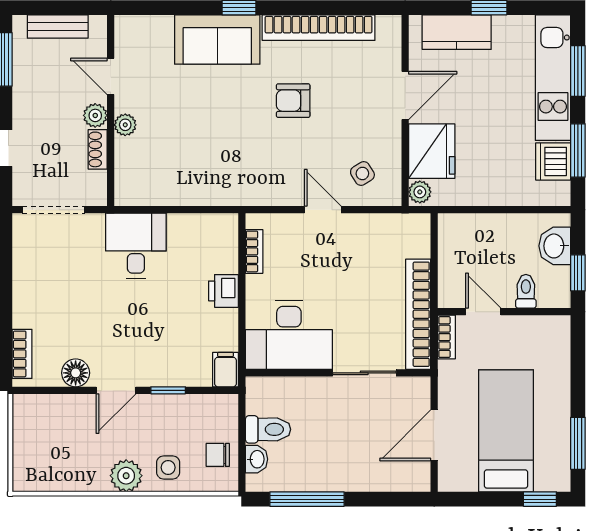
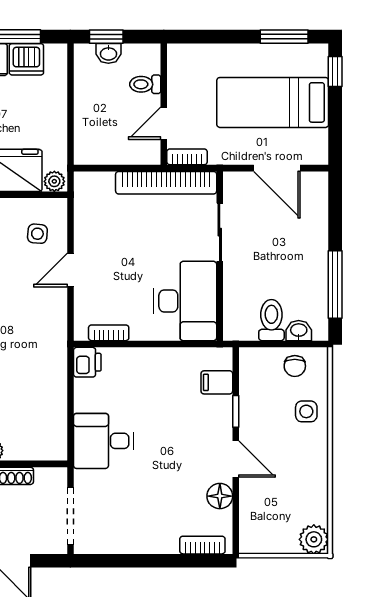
side table: (362, 173) -> (37, 234), turned 37
washbasin: (555, 246) -> (108, 53), width x0.72, depth x0.69
window: (578, 273) -> (106, 37), moved
printer: (223, 291) -> (87, 362), moved, turned -90
filing cabinet: (225, 370) -> (217, 382), moved
plant: (126, 476) -> (314, 539), moved

